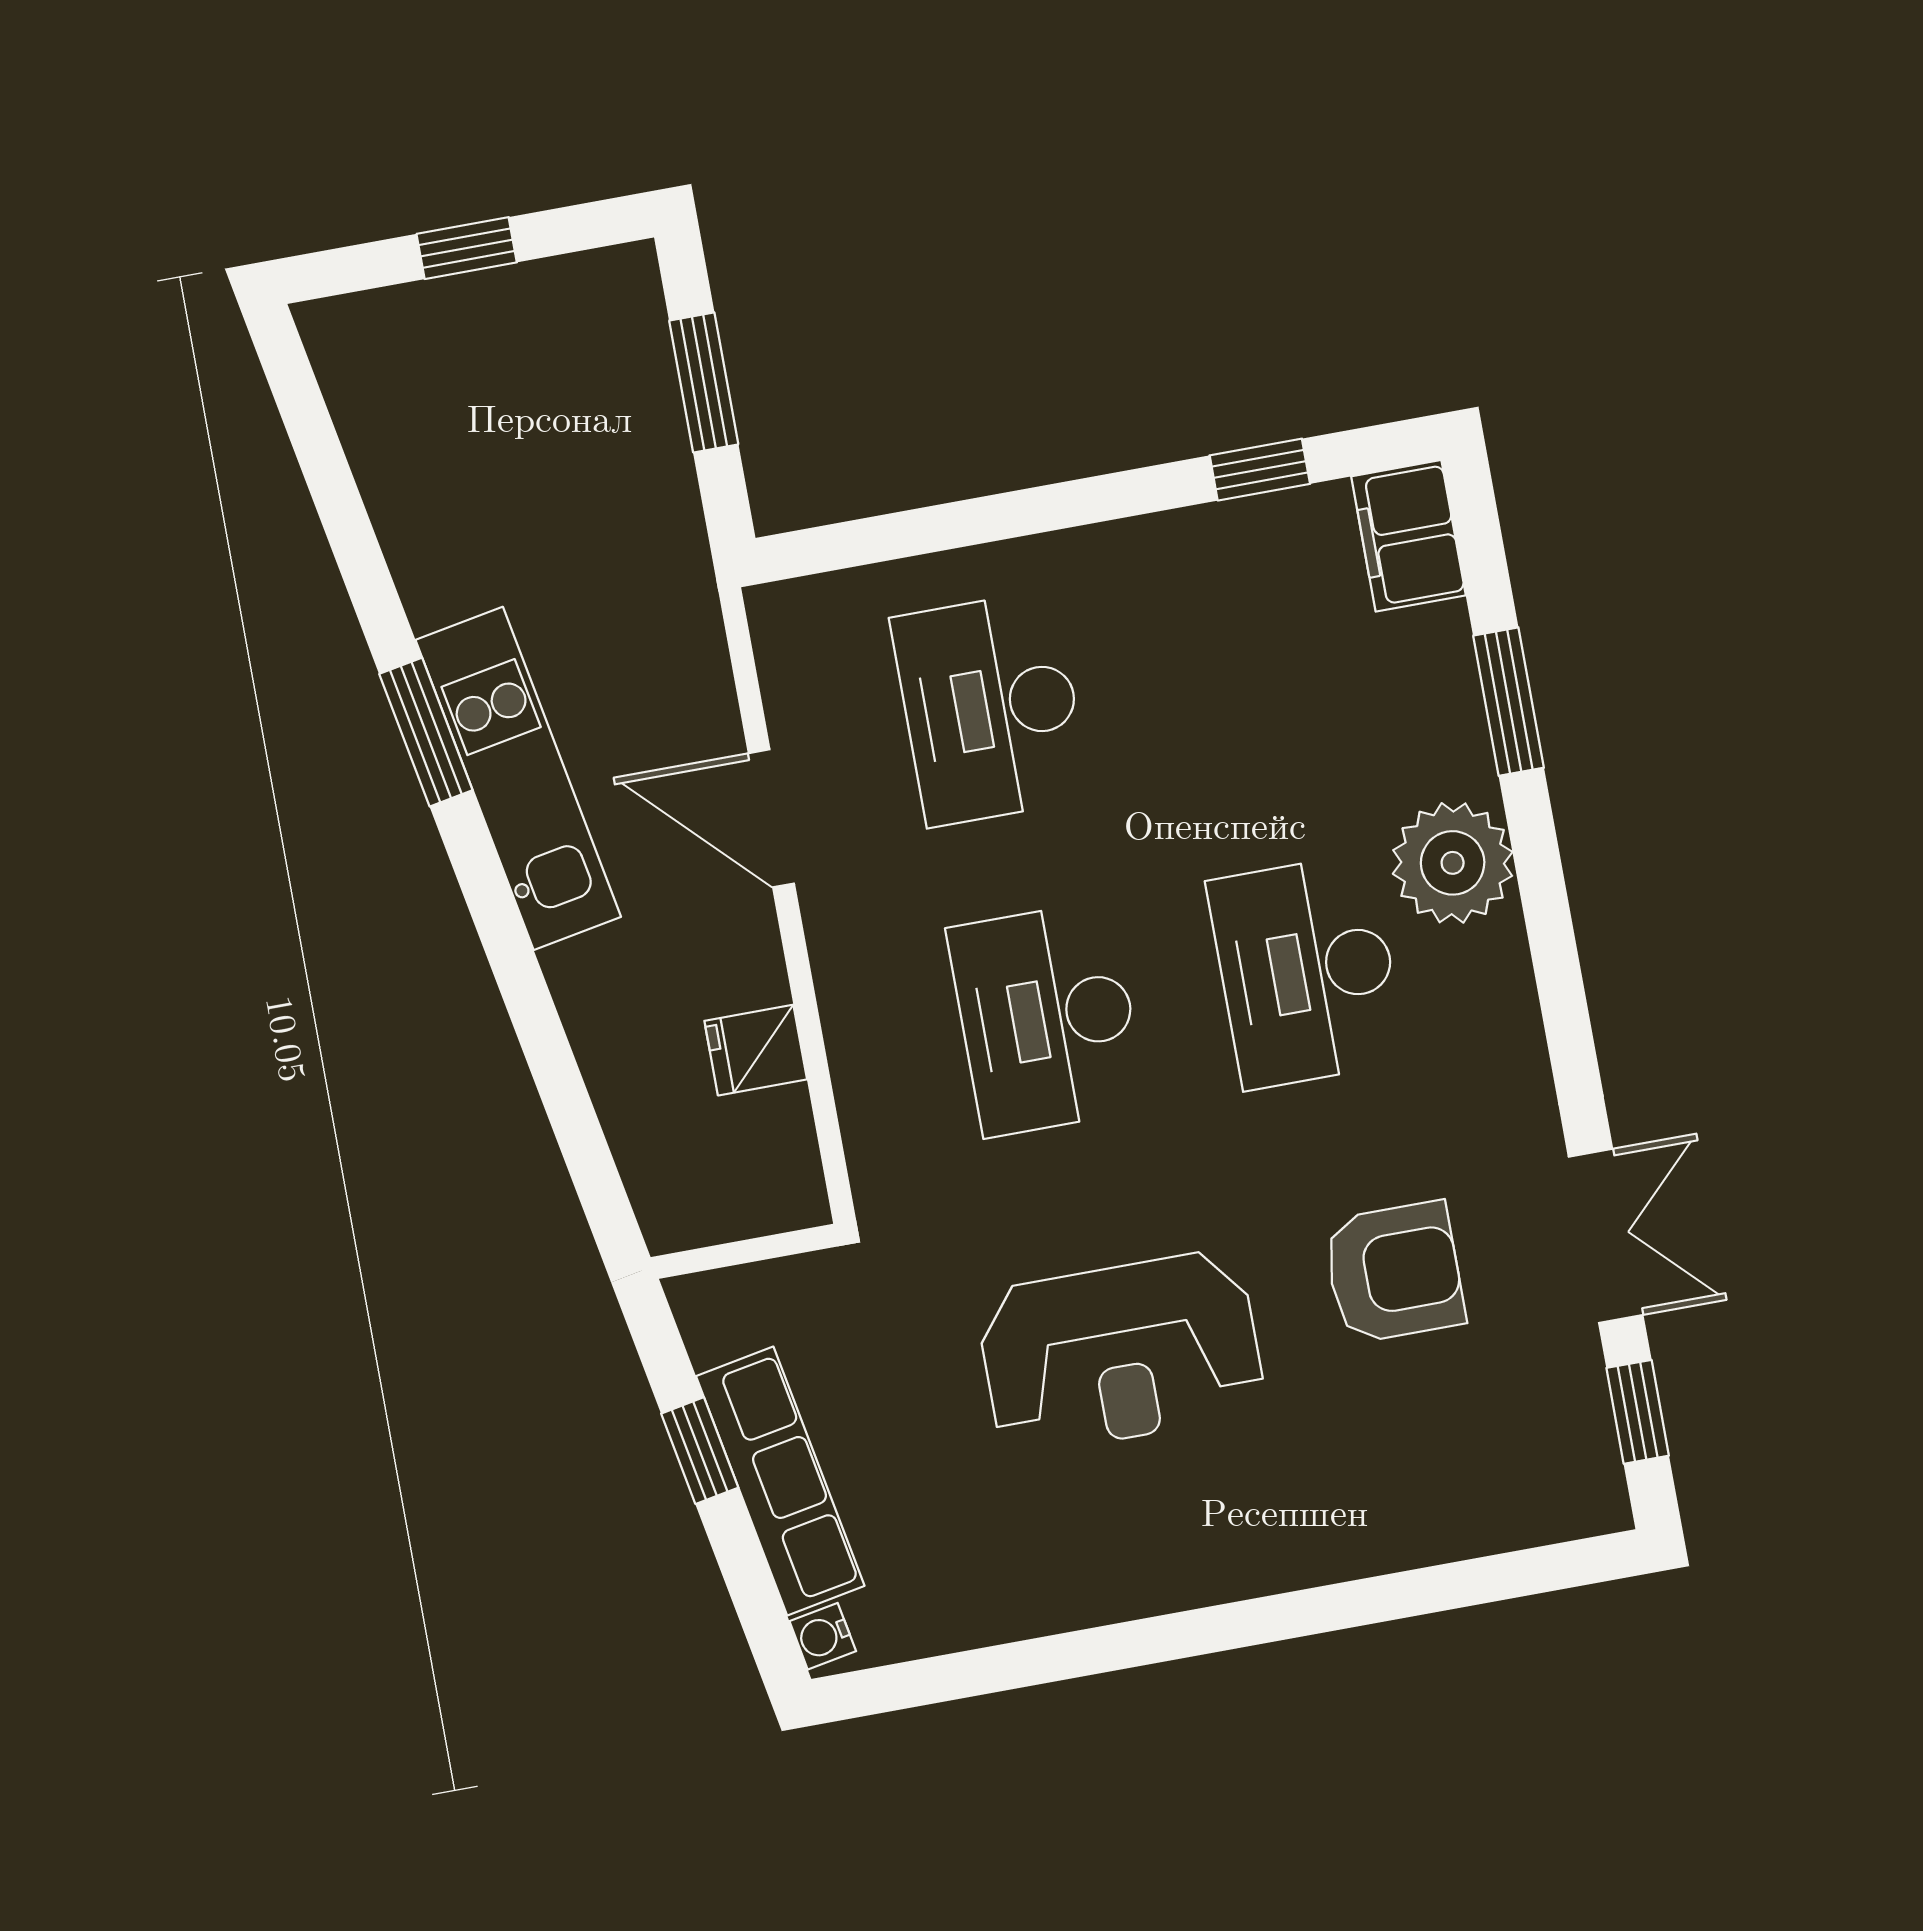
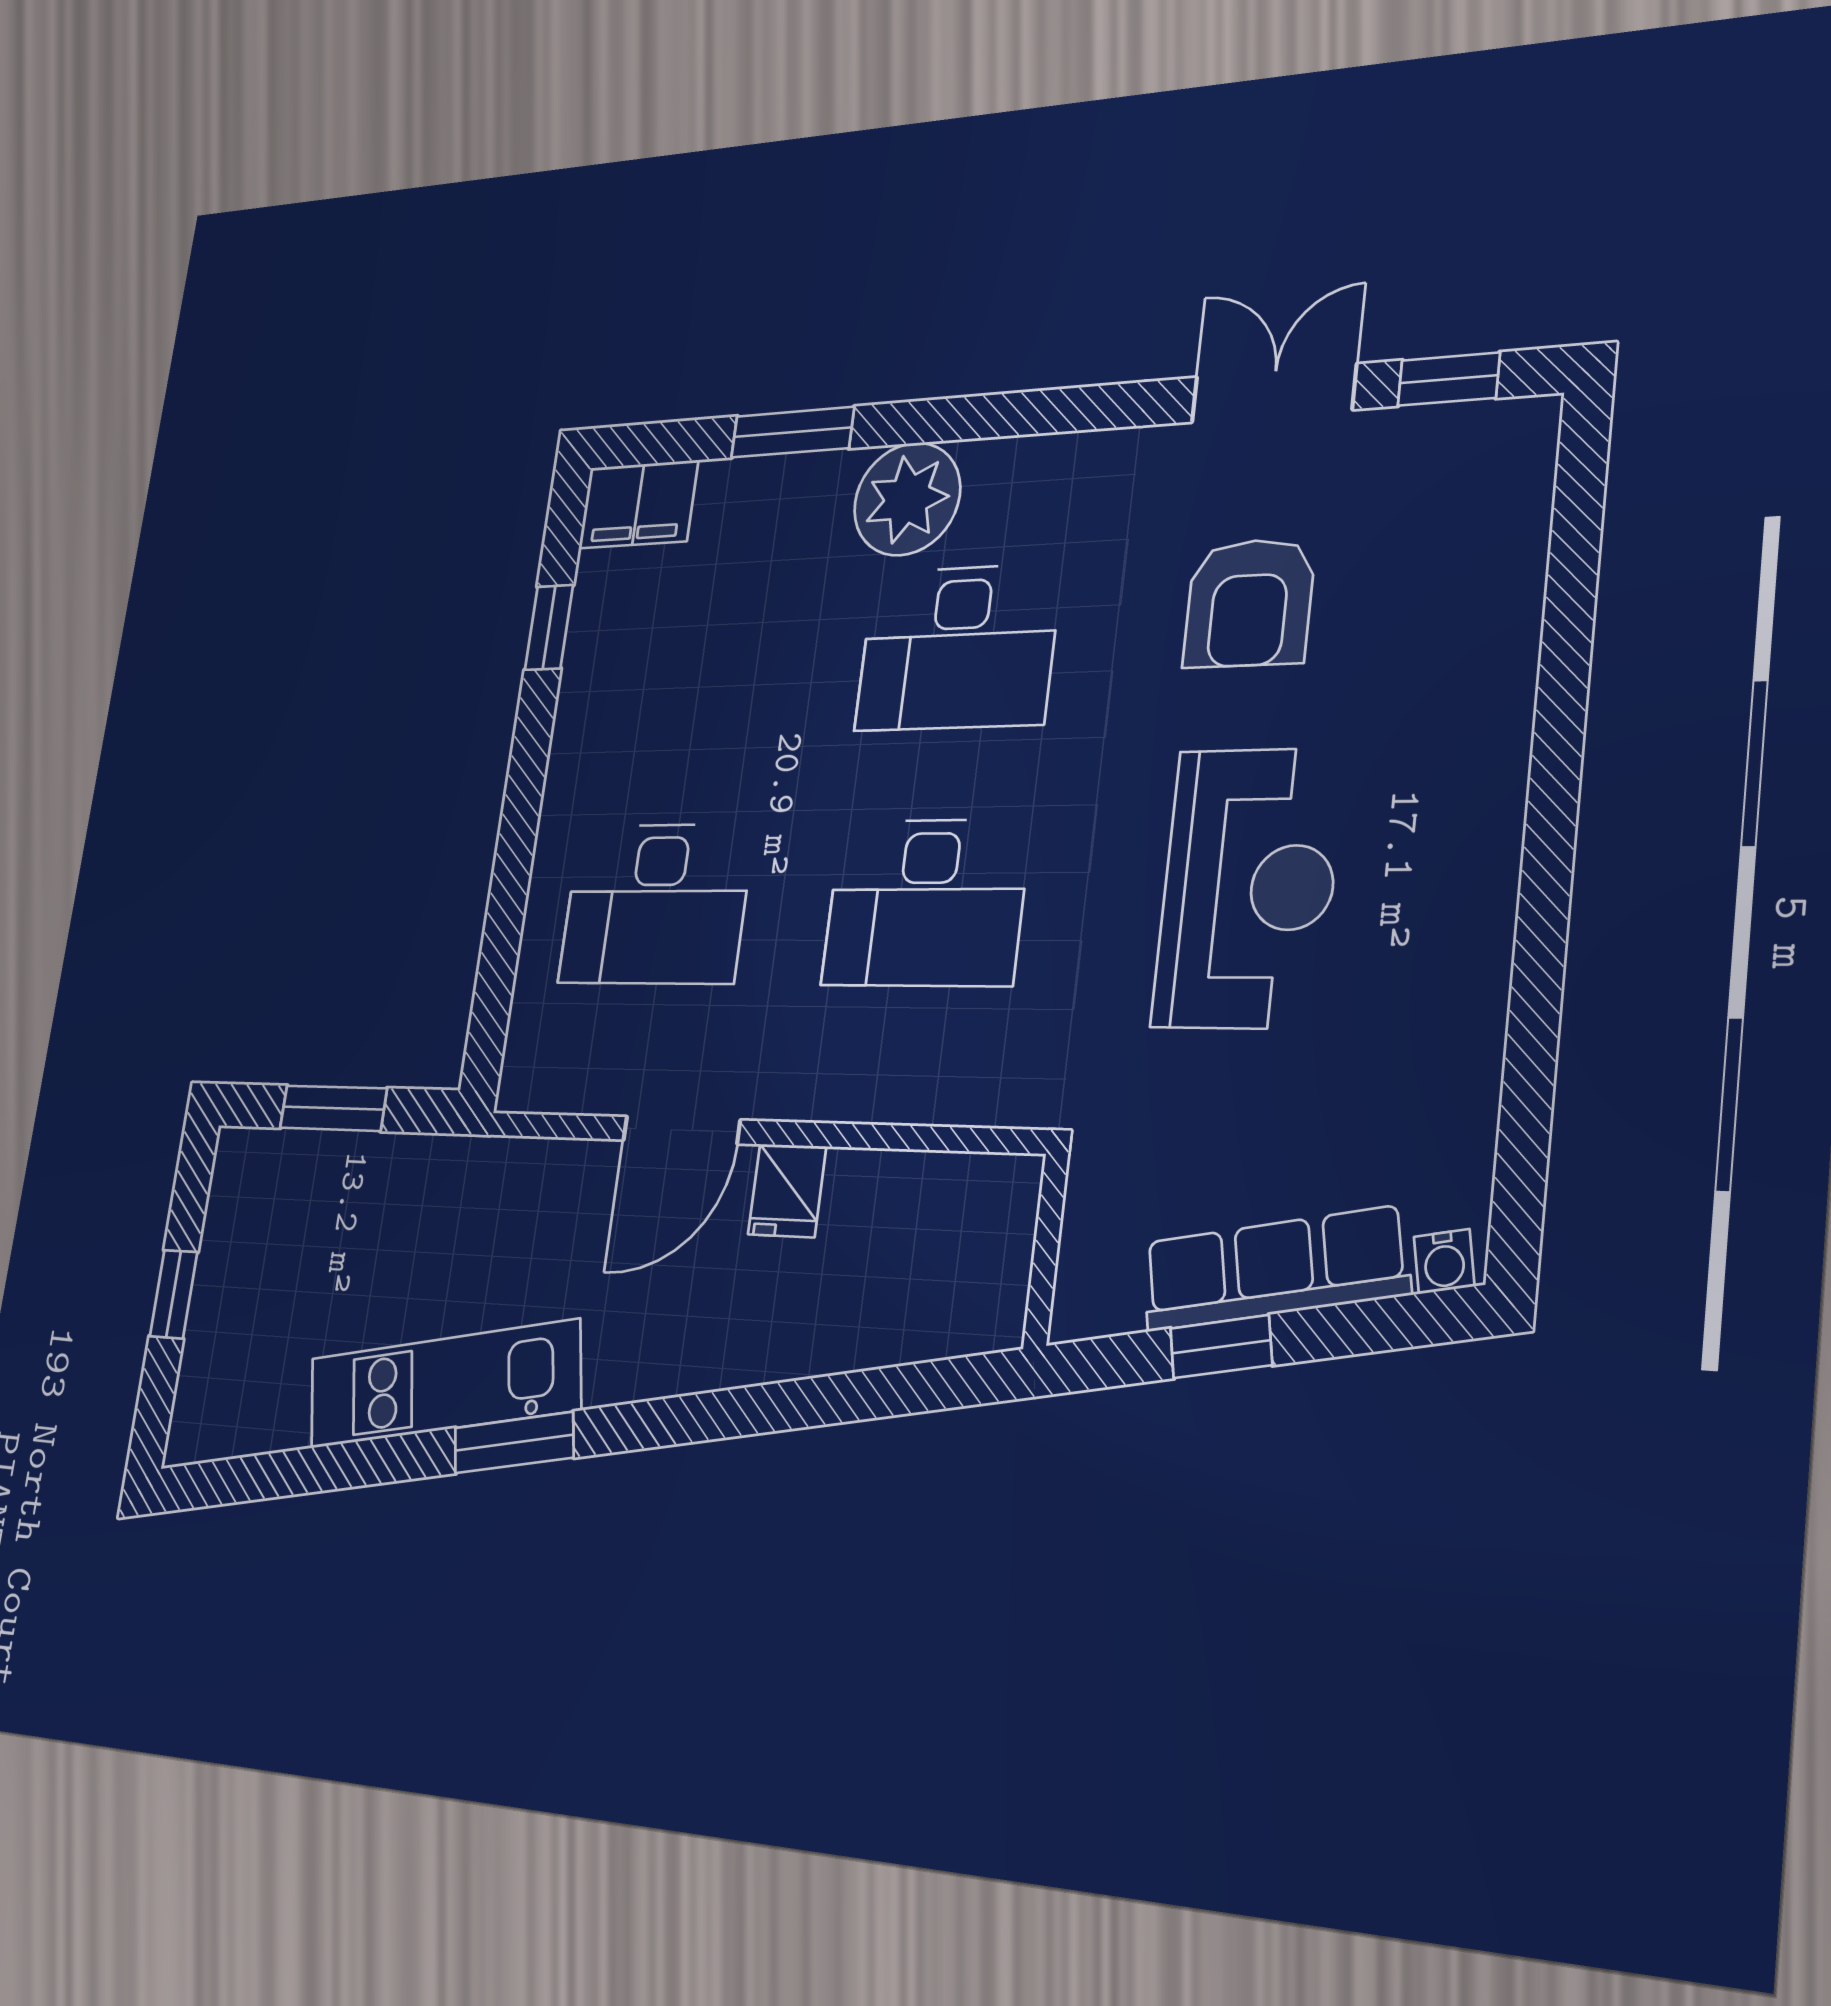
kitchen unit: (518, 778) -> (444, 1384), moved
fridge: (756, 1050) -> (787, 1190), moved
armchair: (1394, 1272) -> (1249, 603), turned 180

